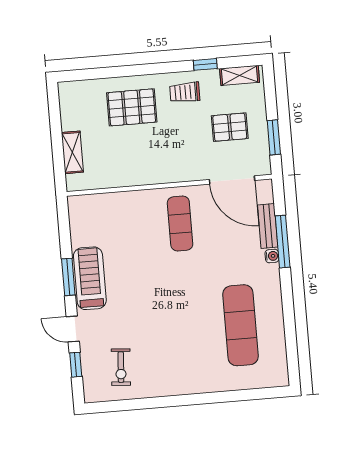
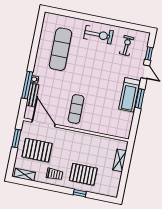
window: (205, 64) -> (80, 193), moved
pallet: (230, 127) -> (37, 150), width x1.50, depth x1.42
exercise bike: (178, 372) -> (98, 35), added

